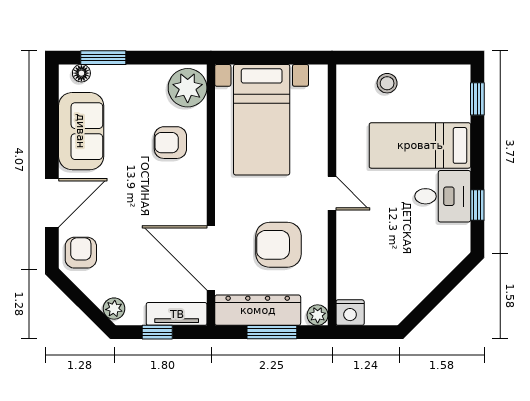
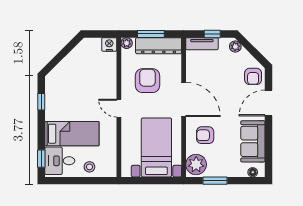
window: (103, 58) -> (215, 181), moved
armchair: (170, 143) -> (205, 135), turned 180
desk: (443, 196) -> (60, 161), moved
armchair: (278, 245) -> (147, 81), turned -90
door: (211, 258) -> (184, 99), moved

